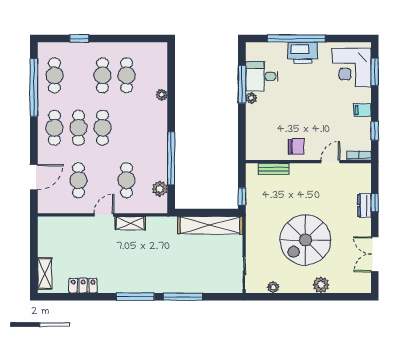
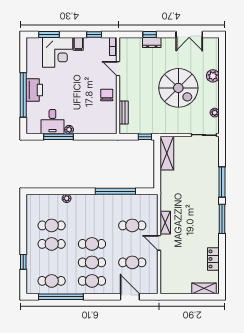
corner desk: (352, 67) -> (58, 52), moved
plant: (160, 189) -> (139, 200), removed
shelving: (210, 225) -> (167, 153), width x0.68

